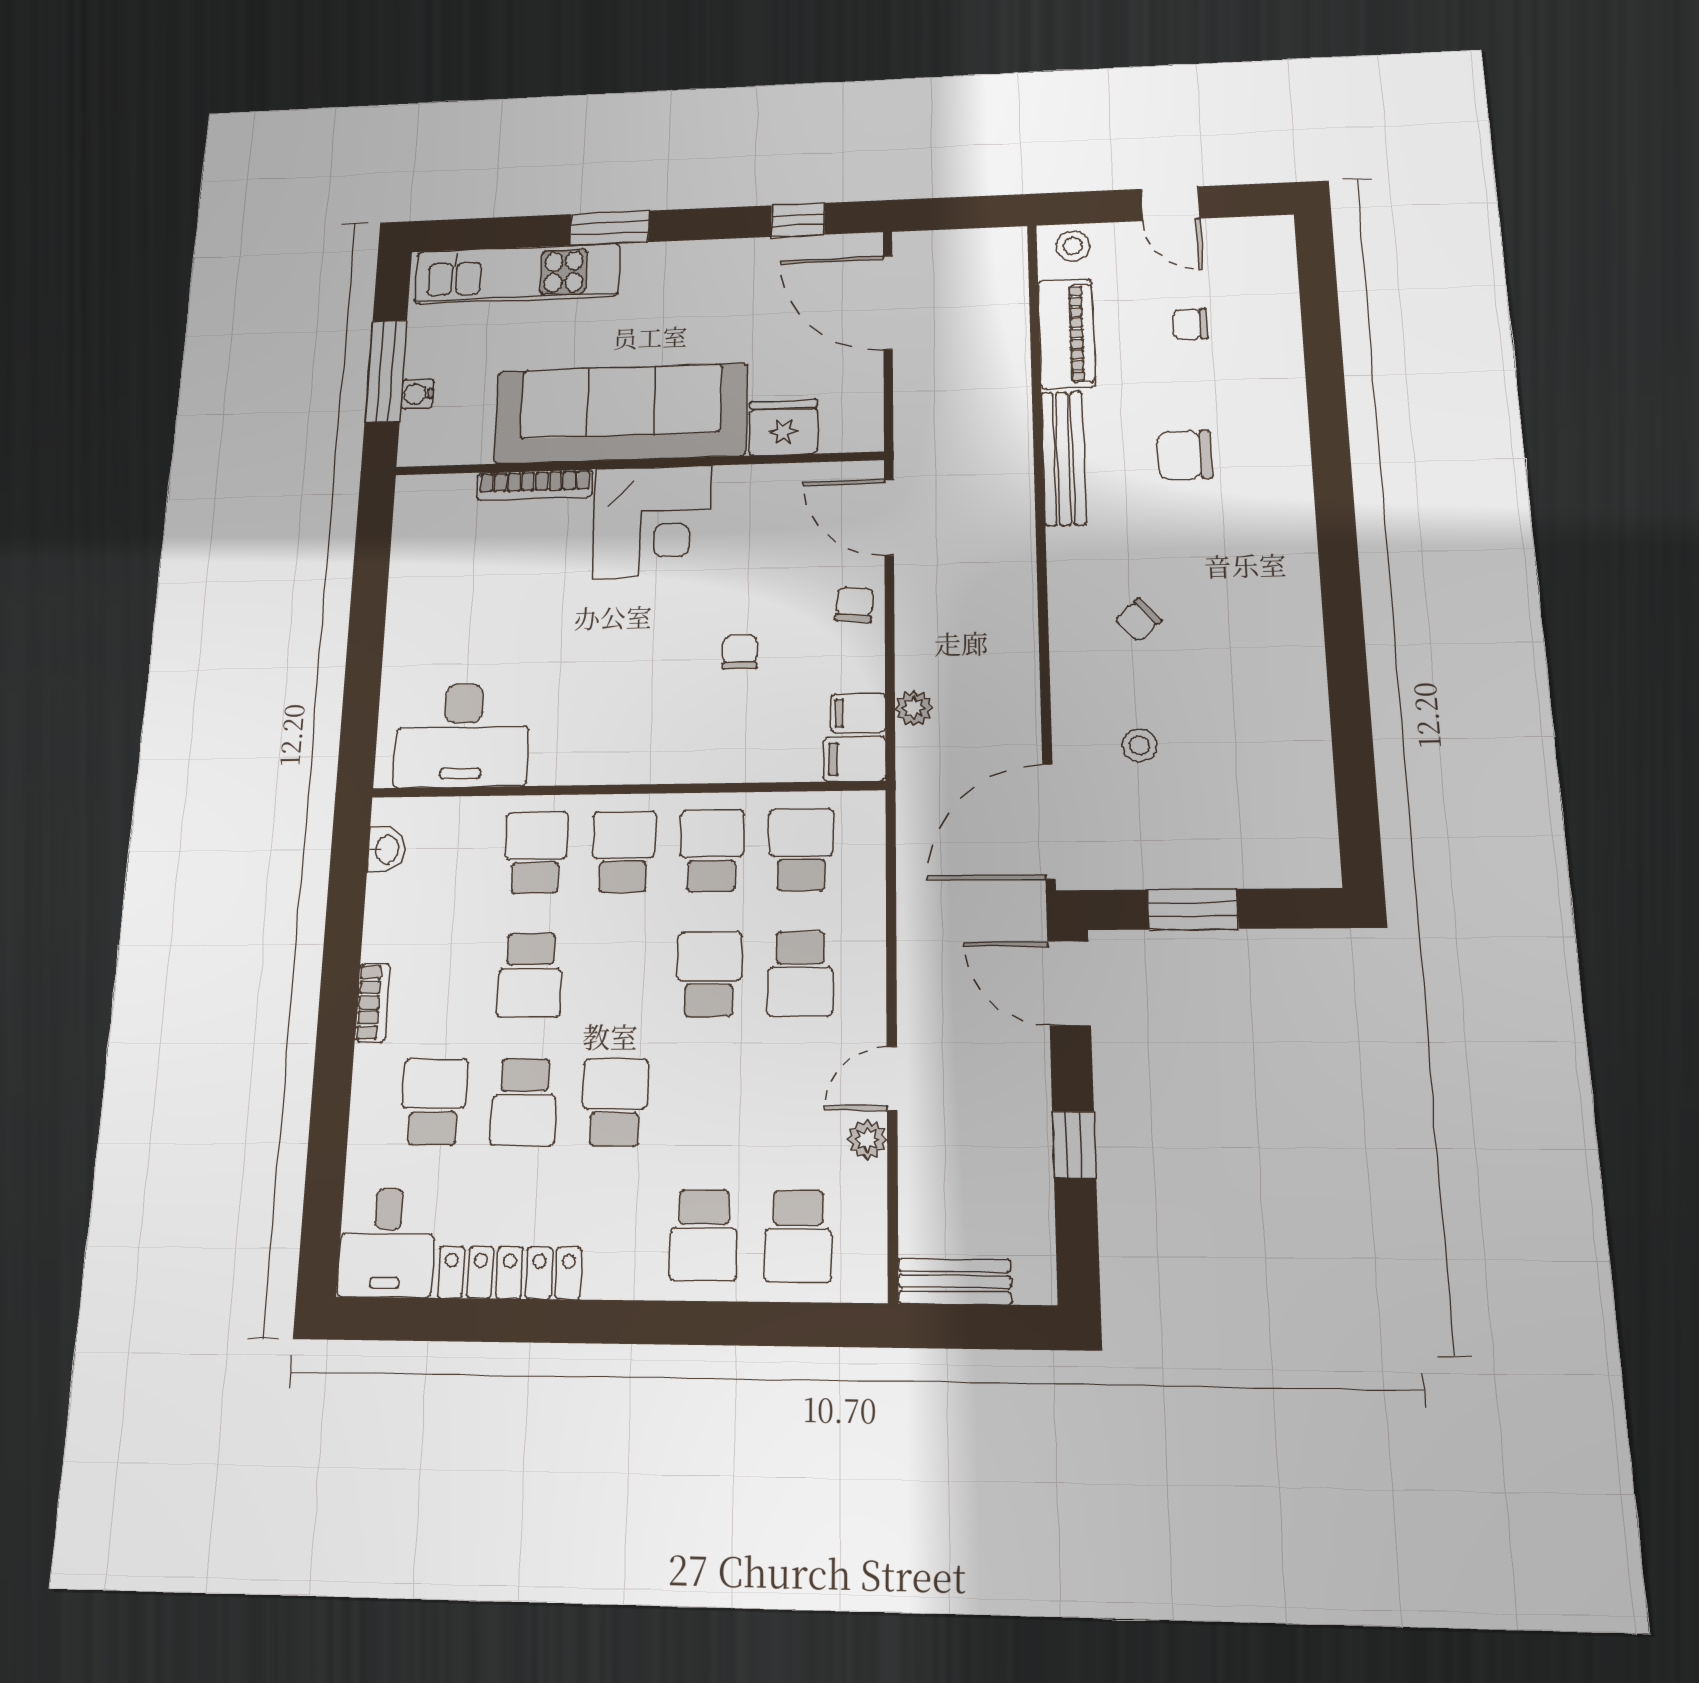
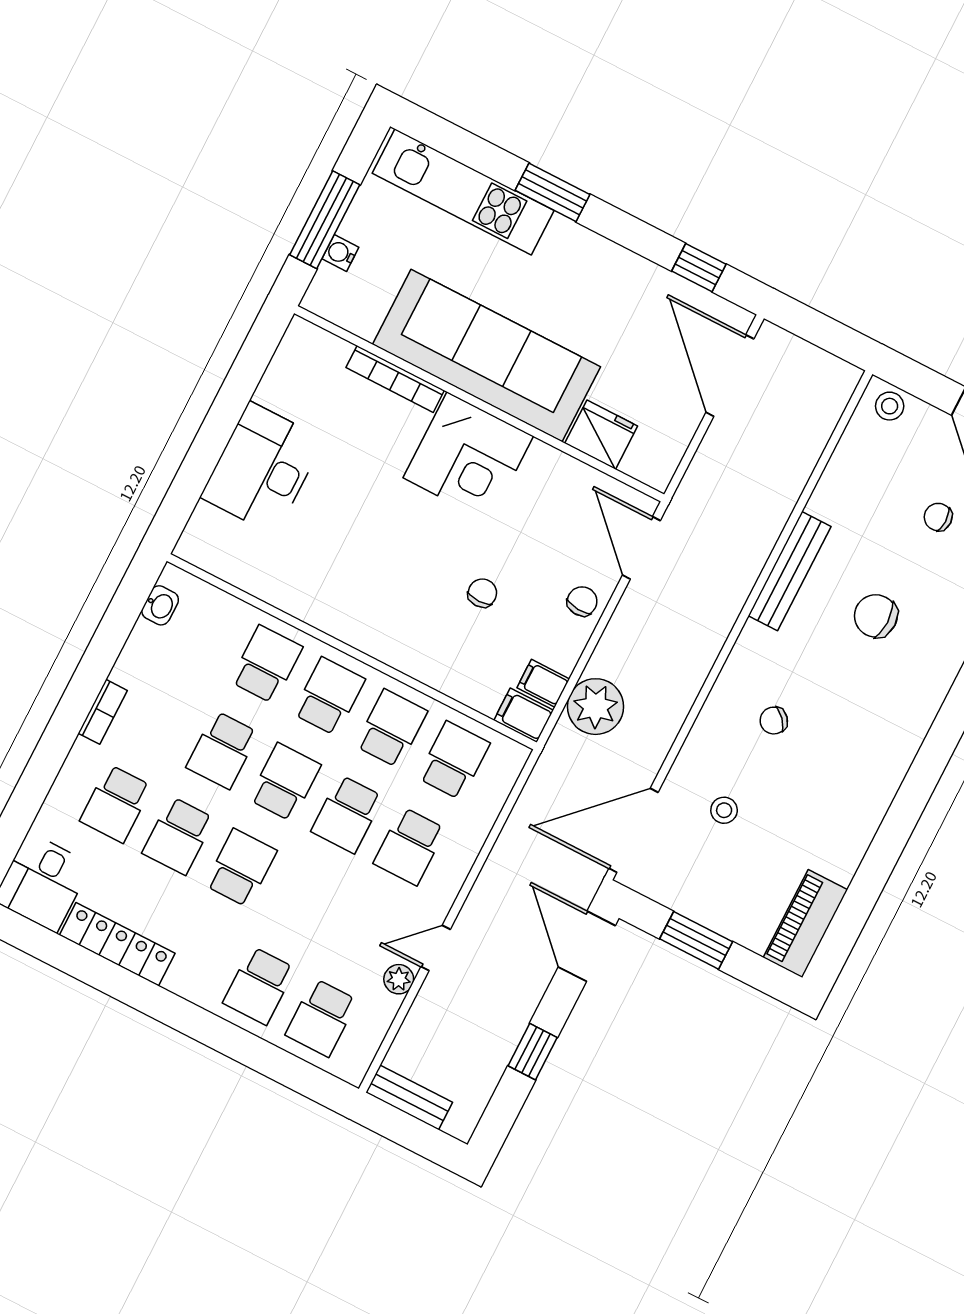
piano: (1066, 334) -> (805, 924), moved, turned 180
plant: (914, 708) -> (596, 707), width x1.88, depth x1.88
desk: (462, 735) -> (262, 468), moved, turned 90
school desk: (709, 974) -> (347, 814), turned 180
school desk: (619, 975) -> (285, 782), added
school desk: (434, 1102) -> (116, 804), turned 180

